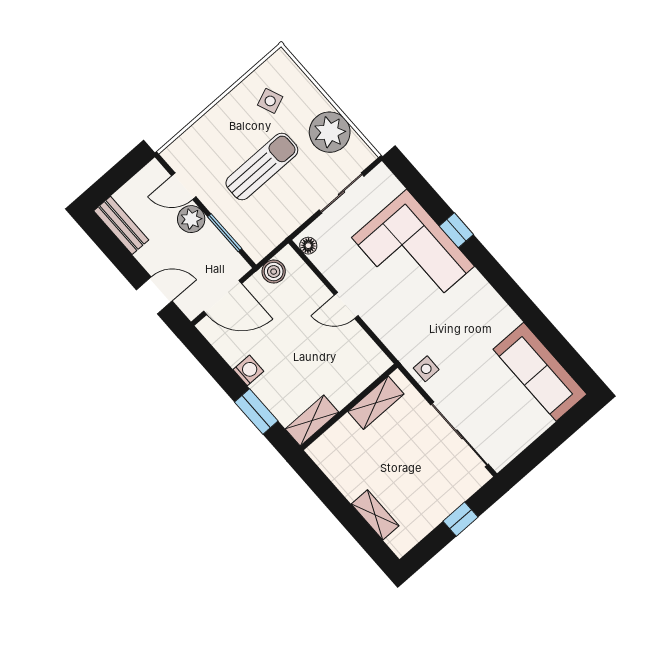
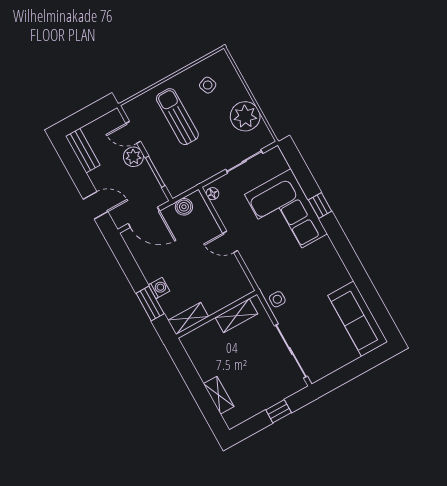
sun lounger: (262, 167) -> (177, 117), moved, turned -90
washing machine: (248, 370) -> (159, 288), moved

